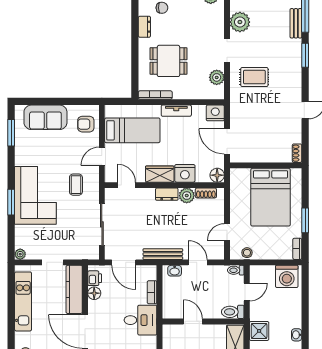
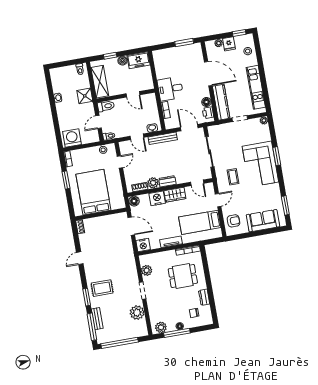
rug: (254, 77) -> (102, 288), moved

